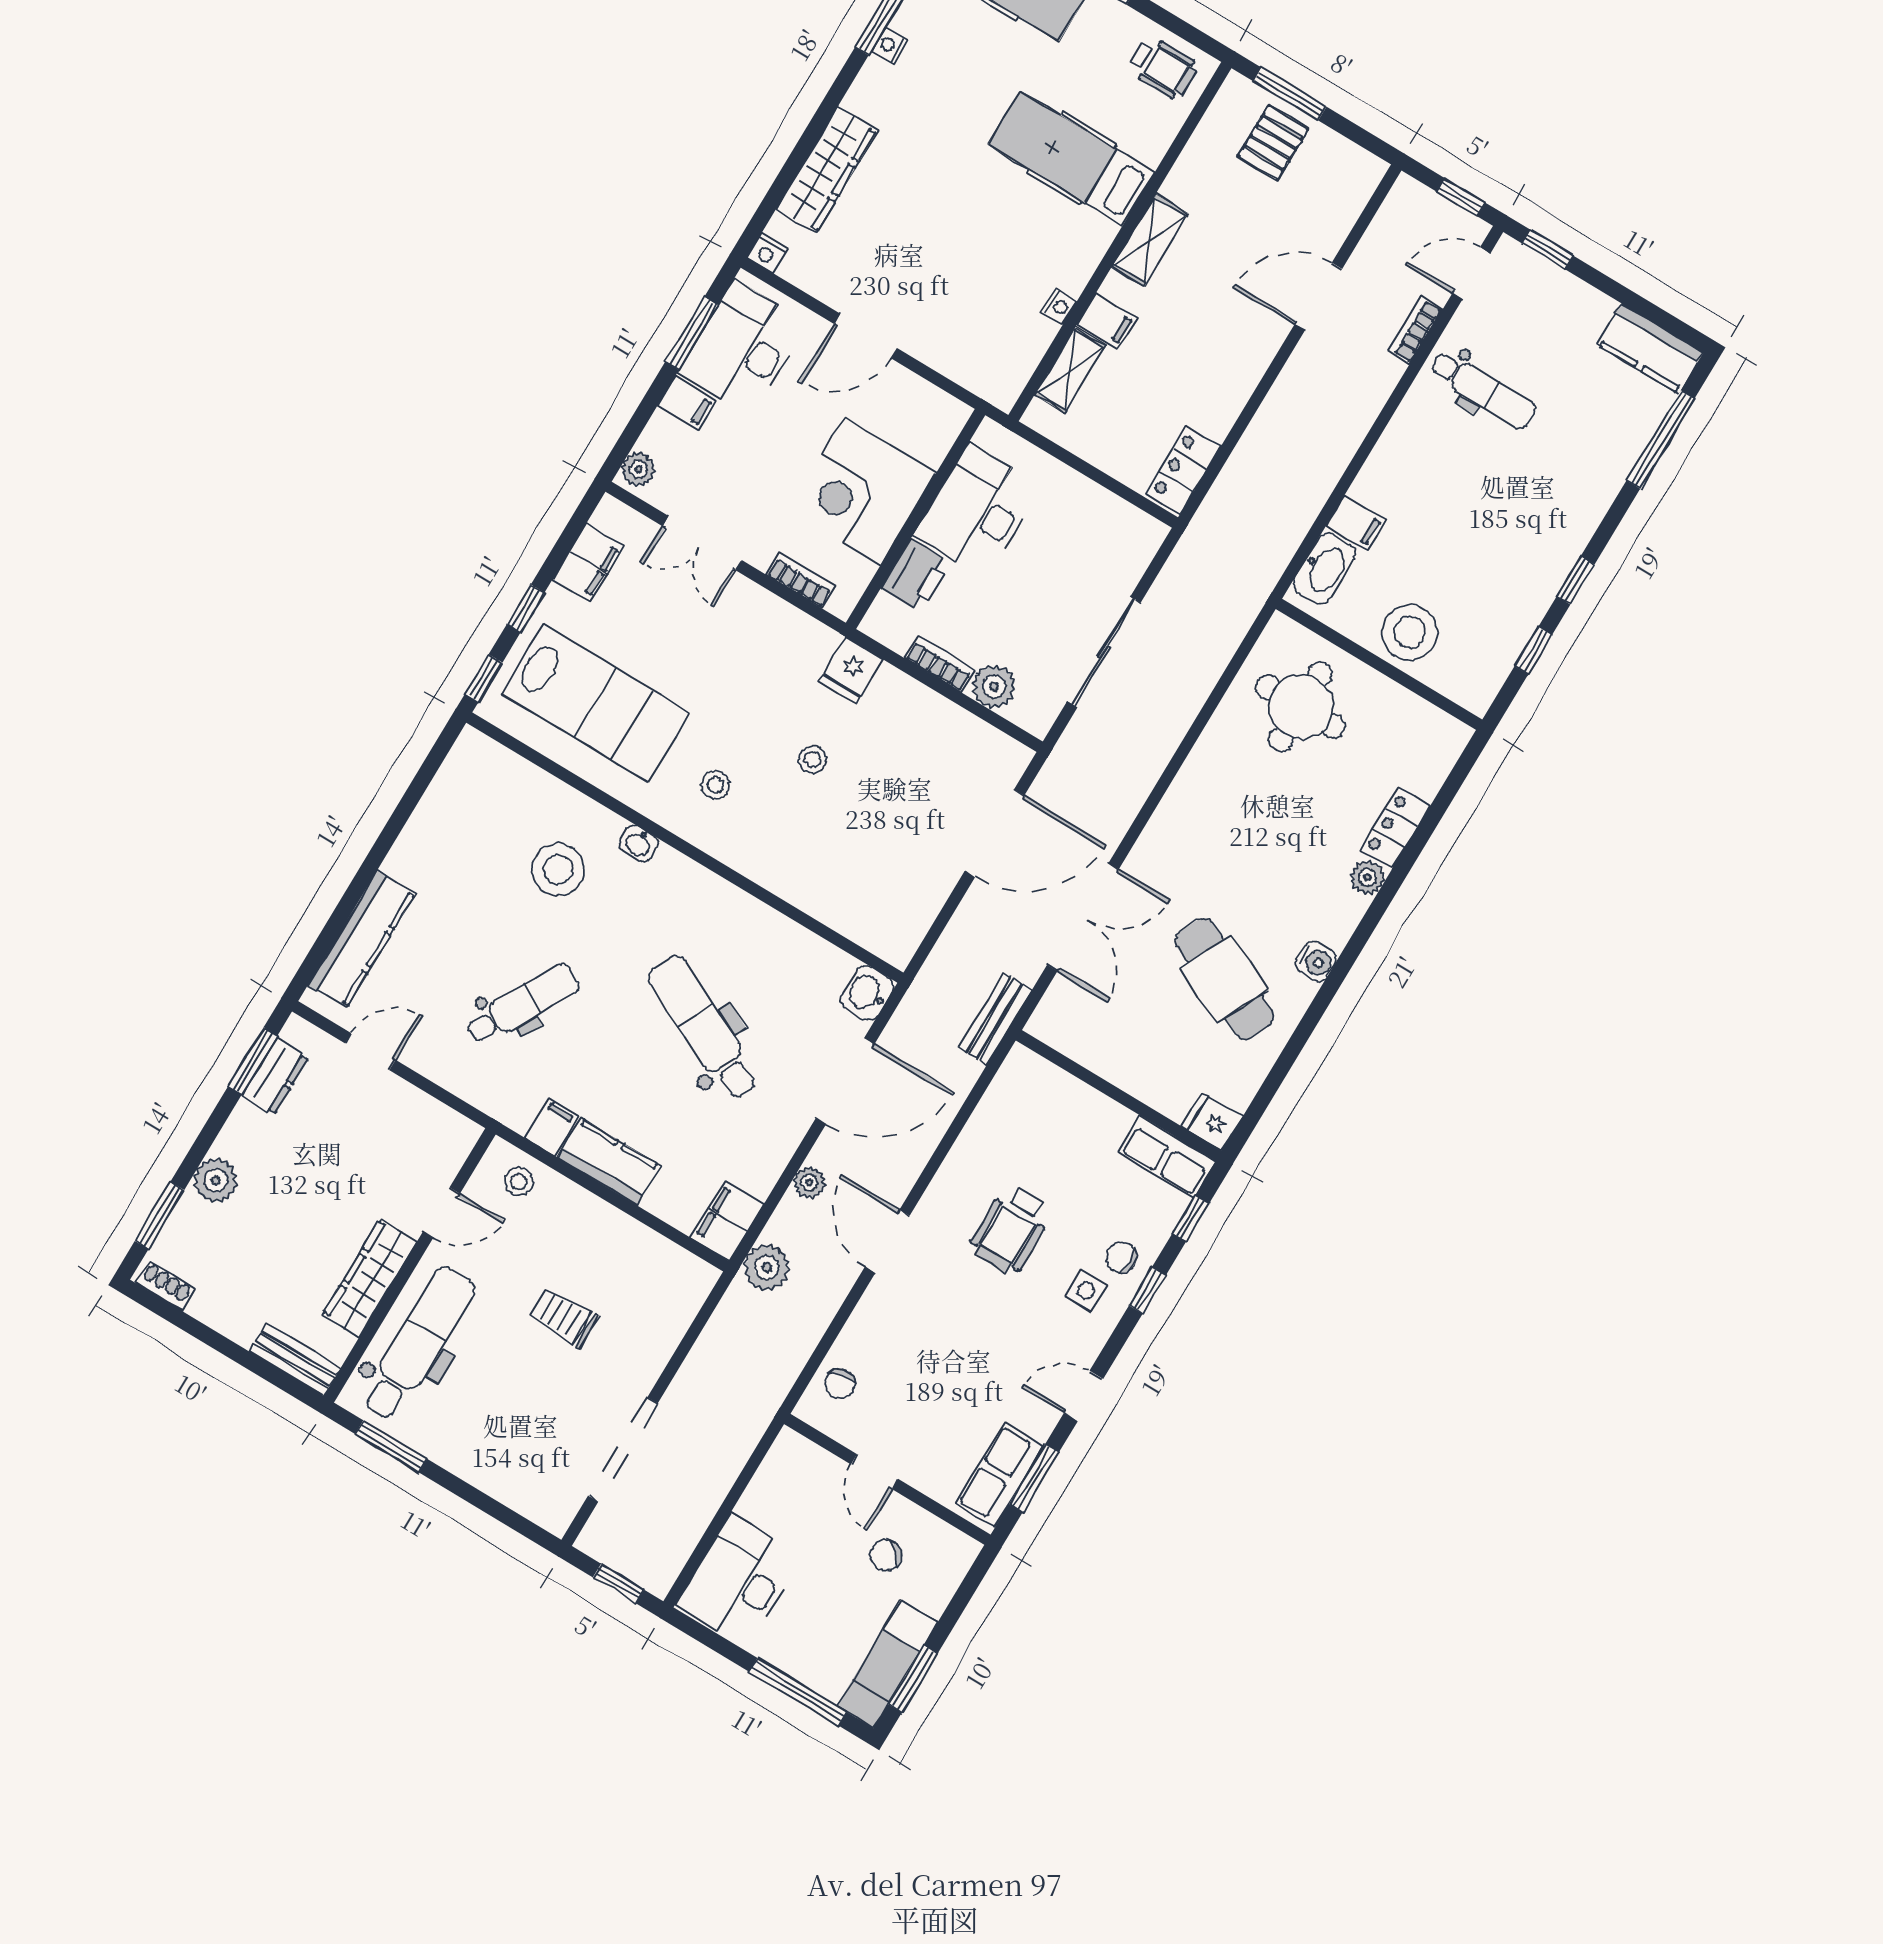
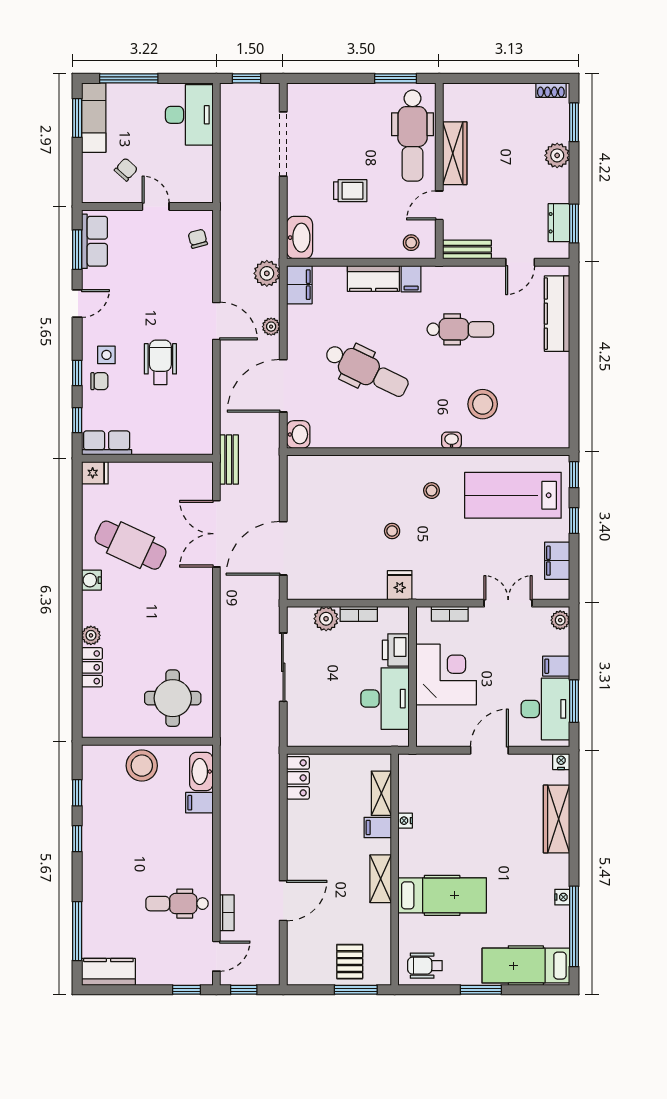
dental chair: (523, 1004) -> (460, 329), turned -119
washbasin: (684, 1292) -> (300, 238), added
bench: (295, 1360) -> (467, 250), moved

